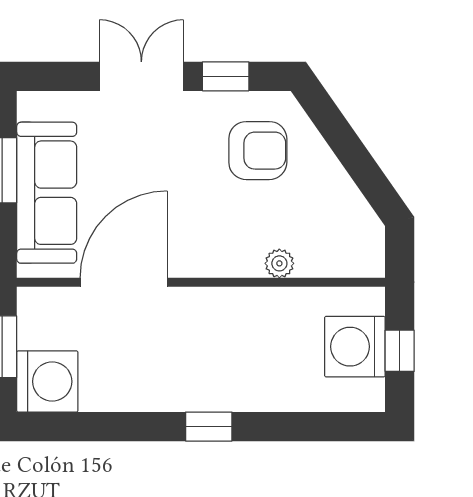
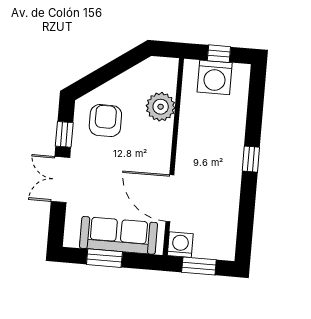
plant: (279, 263) -> (161, 107), width x1.88, depth x1.88
washing machine: (47, 381) -> (180, 245), moved, width x0.73, depth x0.73

